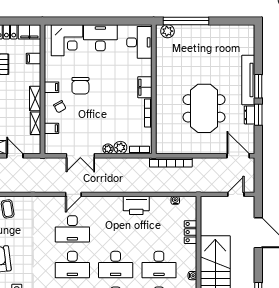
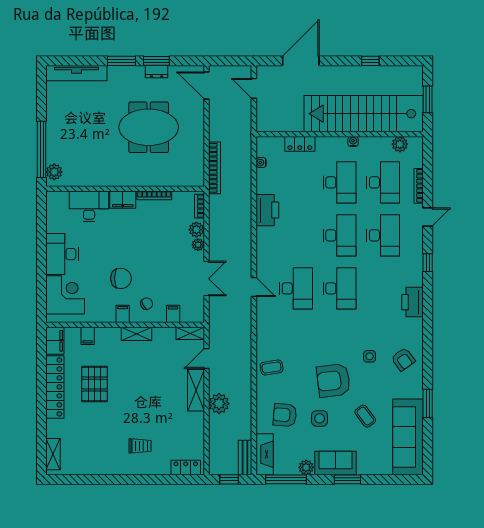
desk: (139, 42) -> (89, 206), moved
tv unit: (248, 80) -> (76, 73), moved
shelving: (36, 123) -> (190, 333), moved
door: (238, 156) -> (206, 85), hinge flipped

